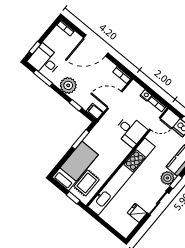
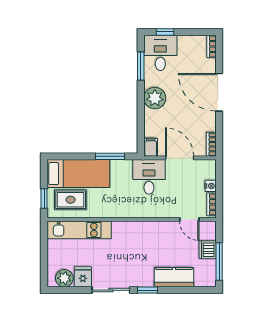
window: (76, 105) -> (141, 123), removed
desk: (131, 131) -> (149, 177), moved, turned 180
kitchen unit: (121, 177) -> (79, 230), width x0.54
plant: (167, 178) -> (64, 278), moved

